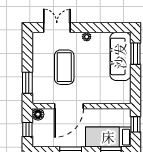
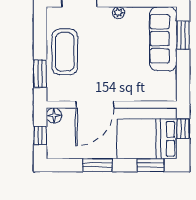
coffee table: (64, 67) -> (65, 52), moved
bed: (108, 137) -> (147, 139), width x1.50

